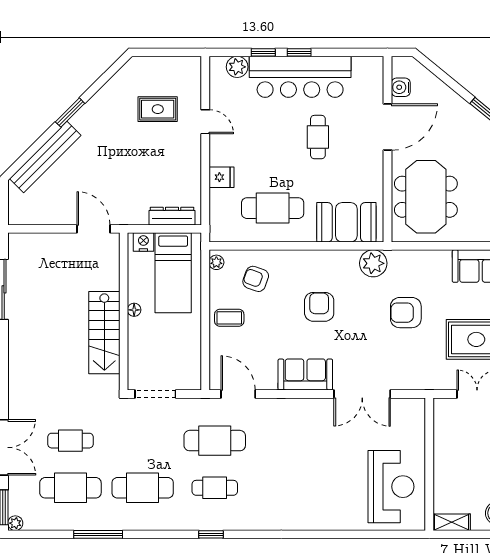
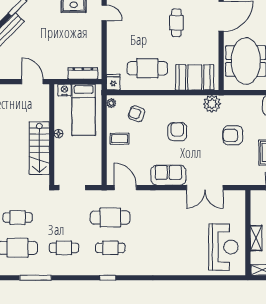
fridge: (221, 177) -> (113, 82), moved, turned -90
shelving: (442, 473) -> (256, 238), added
cafe table: (143, 488) -> (64, 248), width x0.73, depth x0.74

